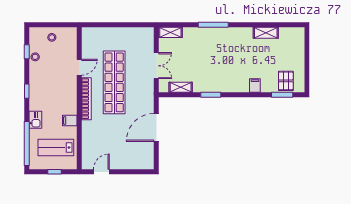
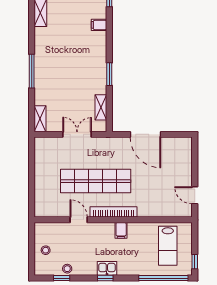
kitchen sink: (35, 120) -> (107, 268), moved
filing cabinet: (70, 121) -> (121, 230), moved
window: (55, 172) -> (195, 262), moved

